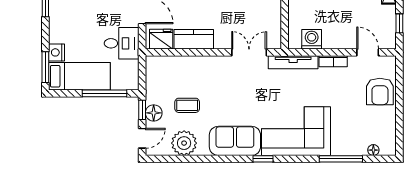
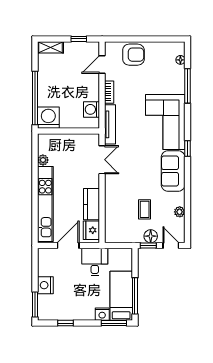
double door: (249, 52) -> (102, 160), swing flipped
window: (105, 93) -> (135, 296), moved
plant: (184, 143) -> (180, 212), width x0.53, depth x0.53

